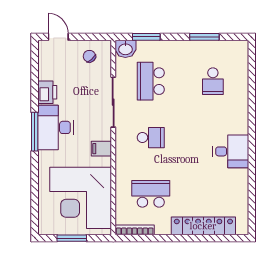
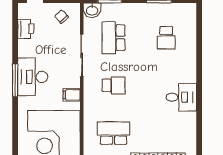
printer: (47, 92) -> (26, 29), moved

